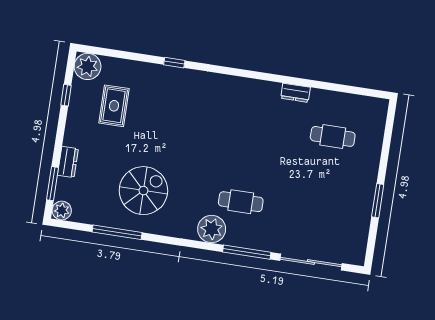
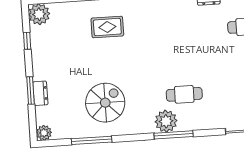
rug: (114, 106) -> (107, 27), moved, turned 90
window: (52, 184) -> (30, 91), moved
window: (247, 252) -> (174, 135), moved

